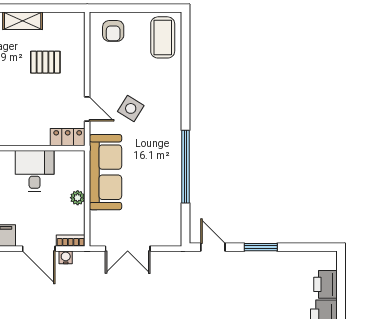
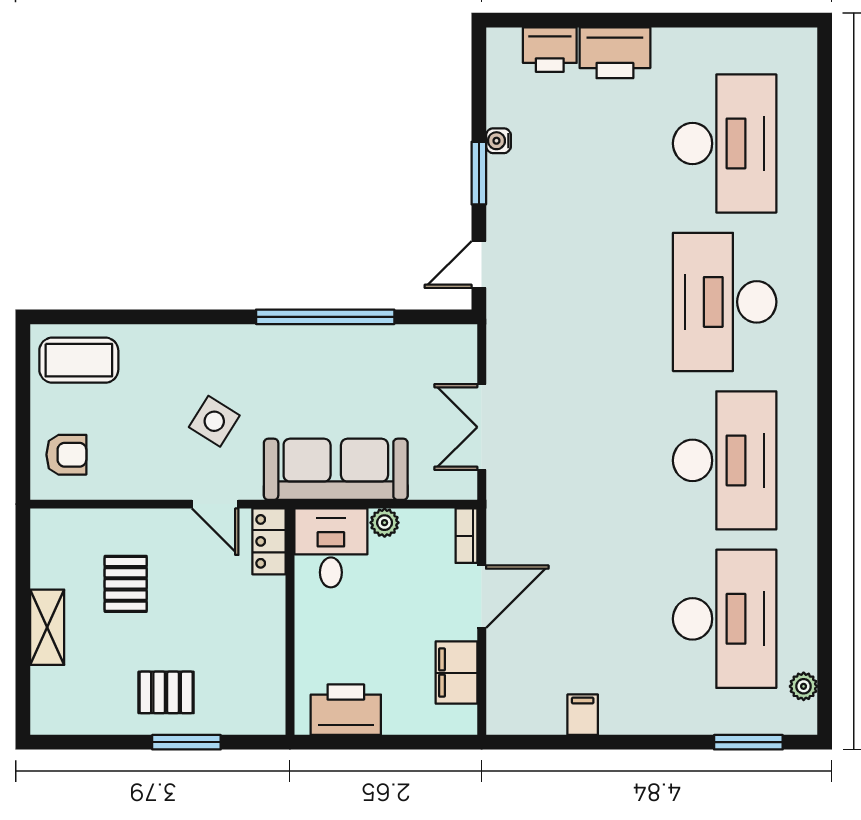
door: (87, 109) -> (215, 504), swing flipped
desk: (35, 171) -> (331, 548), moved, turned 90
double door: (128, 249) -> (482, 427), swing flipped
water cooler: (66, 257) -> (498, 141), moved

